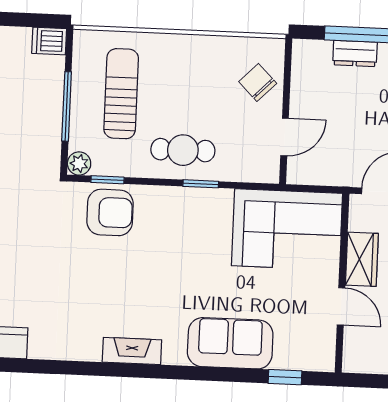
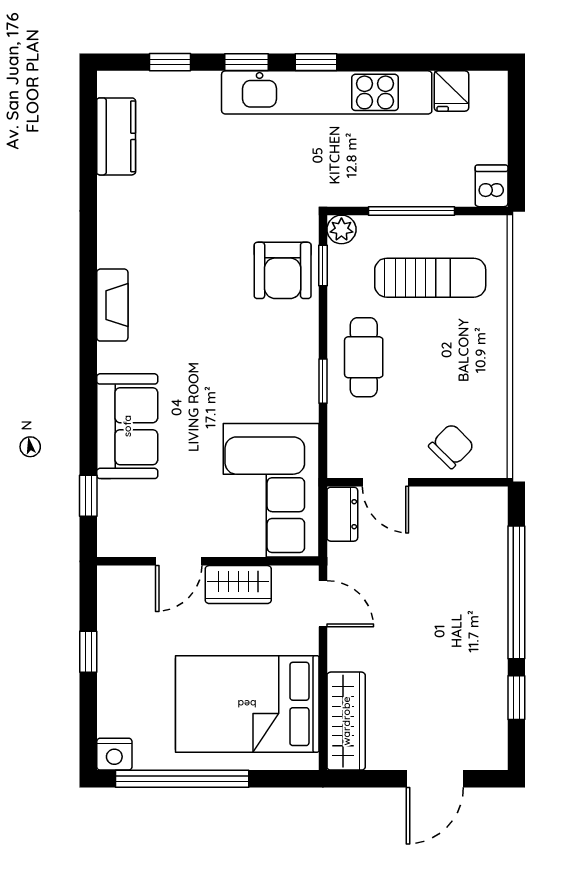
dresser: (355, 53) -> (342, 514), moved, turned 180

